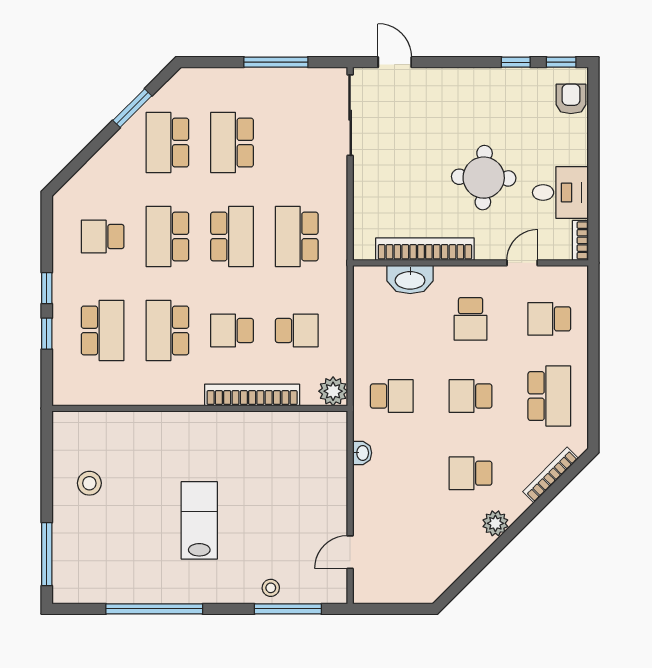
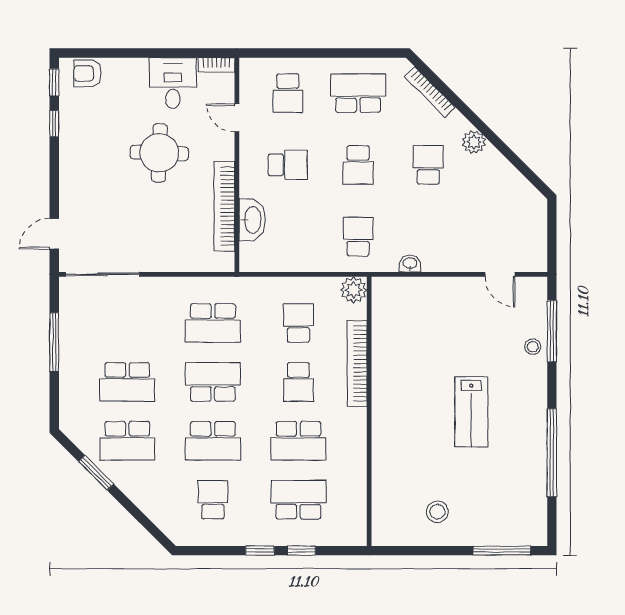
school desk: (103, 237) -> (213, 500), turned 180
school desk: (471, 473) -> (428, 165), turned 180
lab bench: (199, 520) -> (471, 412), turned -90

